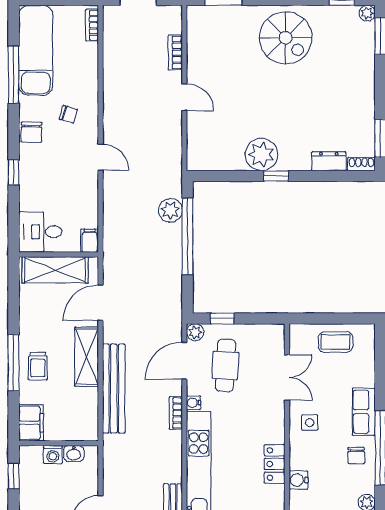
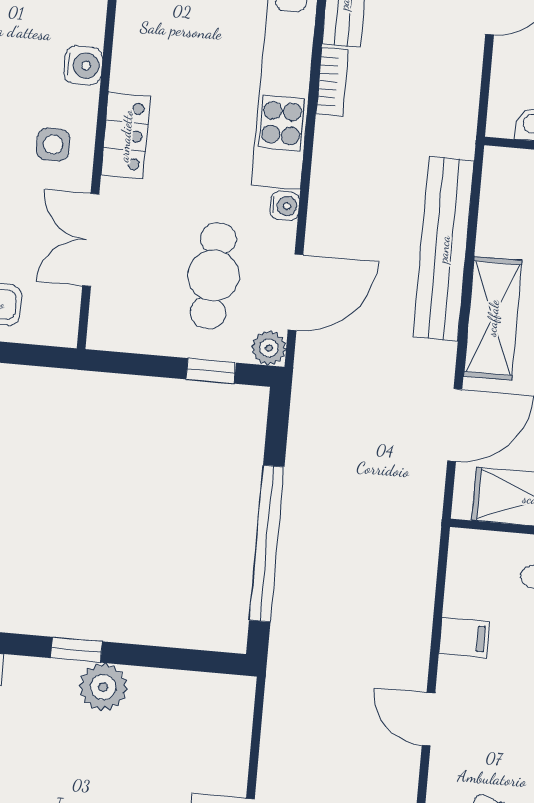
plant: (261, 155) -> (103, 687), width x0.73, depth x0.73
plant: (170, 210) -> (297, 599), removed
filing cabinet: (90, 241) -> (464, 637), moved, turned -90
bookcase: (176, 413) -> (332, 82), moved
locker: (275, 464) -> (126, 136), moved
water cooler: (298, 480) -> (83, 65), moved

